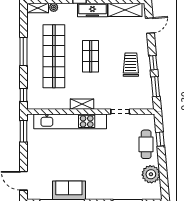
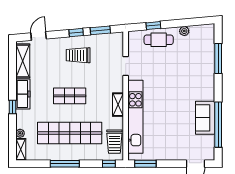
door: (150, 26) -> (39, 36), hinge flipped
trolley: (45, 101) -> (114, 142), added
plant: (151, 174) -> (184, 31), width x0.53, depth x0.53

